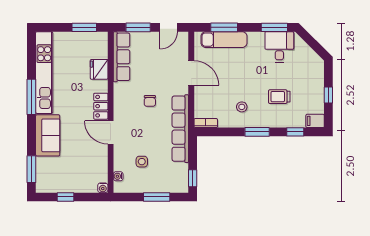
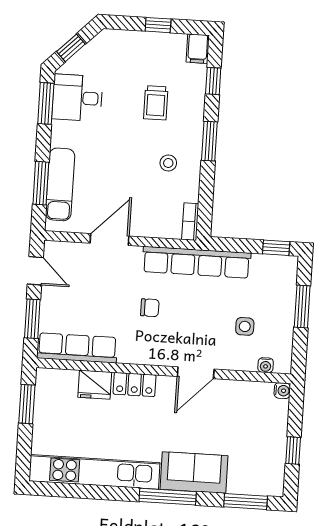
window: (311, 41) -> (71, 48), added
window: (31, 97) -> (168, 497), moved
locker: (101, 106) -> (135, 385), moved

